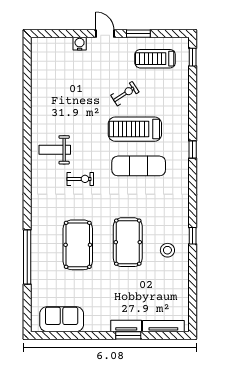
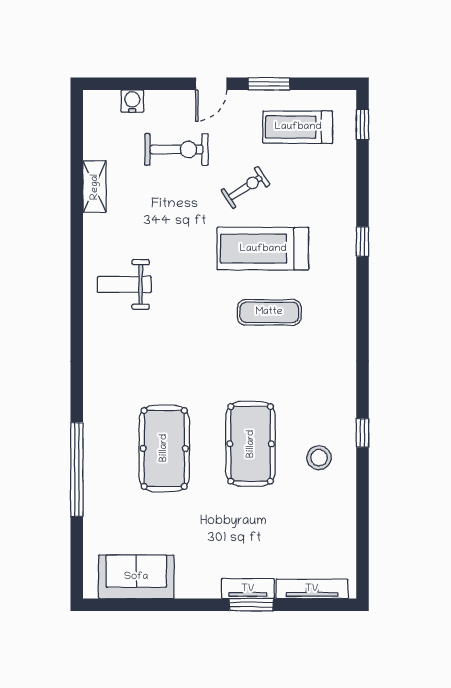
door: (105, 34) -> (211, 84), swing flipped
water cooler: (80, 44) -> (132, 101), moved
shelving: (37, 93) -> (95, 187), added
window: (193, 149) -> (362, 241), moved
exercise mat: (139, 166) -> (269, 312), width x0.73, depth x0.69
exercise bike: (80, 179) -> (177, 149), moved, width x1.38, depth x1.39

